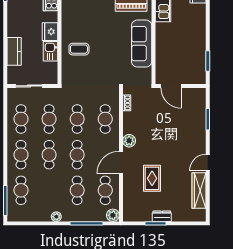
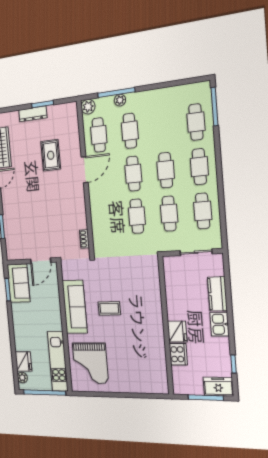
fridge: (50, 32) -> (177, 332), moved
coffee table: (79, 49) -> (109, 308), moved
kitchen sink: (51, 51) -> (220, 324), moved, turned 180
sofa: (196, 67) -> (19, 283), added
door: (171, 86) -> (41, 261), swing flipped
cafe table: (105, 119) -> (106, 219), removed
plant: (129, 141) -> (78, 196), removed
dresser: (162, 216) -> (33, 114), width x1.44
plant: (56, 217) -> (120, 100), moved

